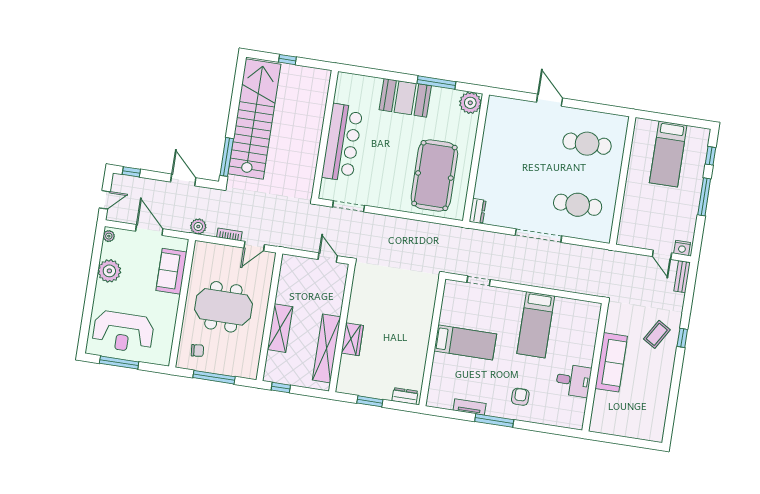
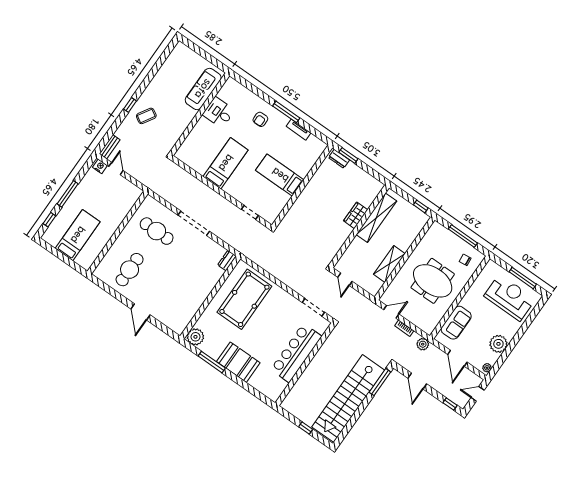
cafe table: (587, 144) -> (130, 270), turned 90
shelving: (280, 328) -> (389, 264), moved
sofa: (611, 362) -> (203, 89), moved
window: (370, 401) -> (348, 156), moved

